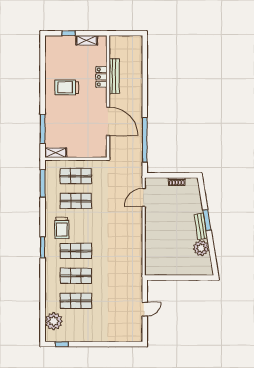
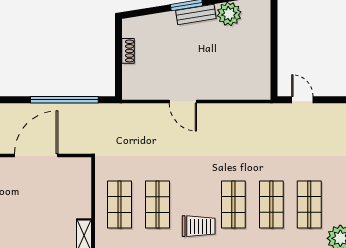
door: (144, 197) -> (183, 101), moved
door: (145, 309) -> (302, 100), moved

